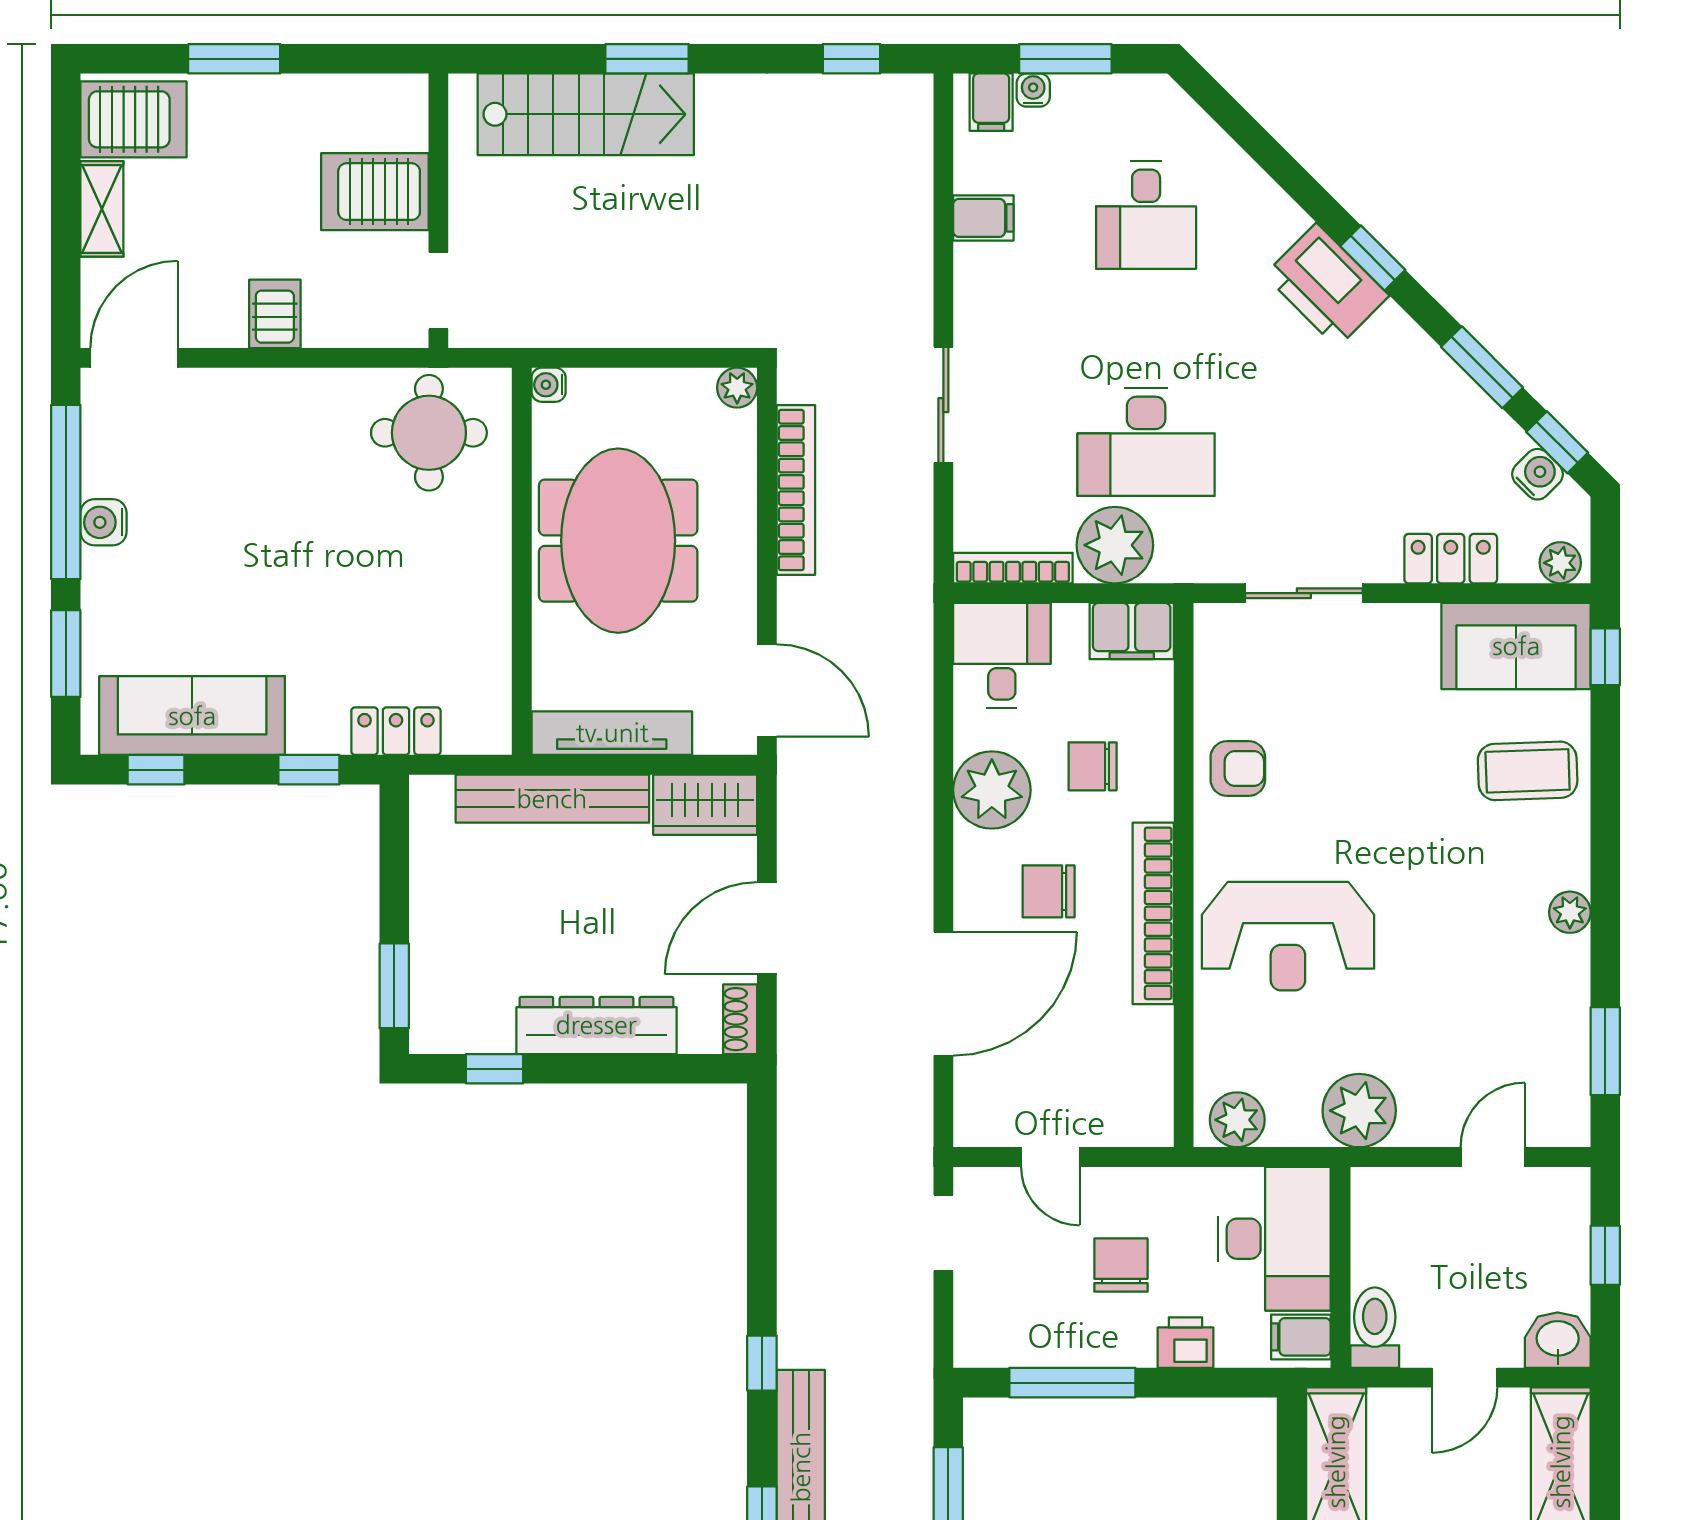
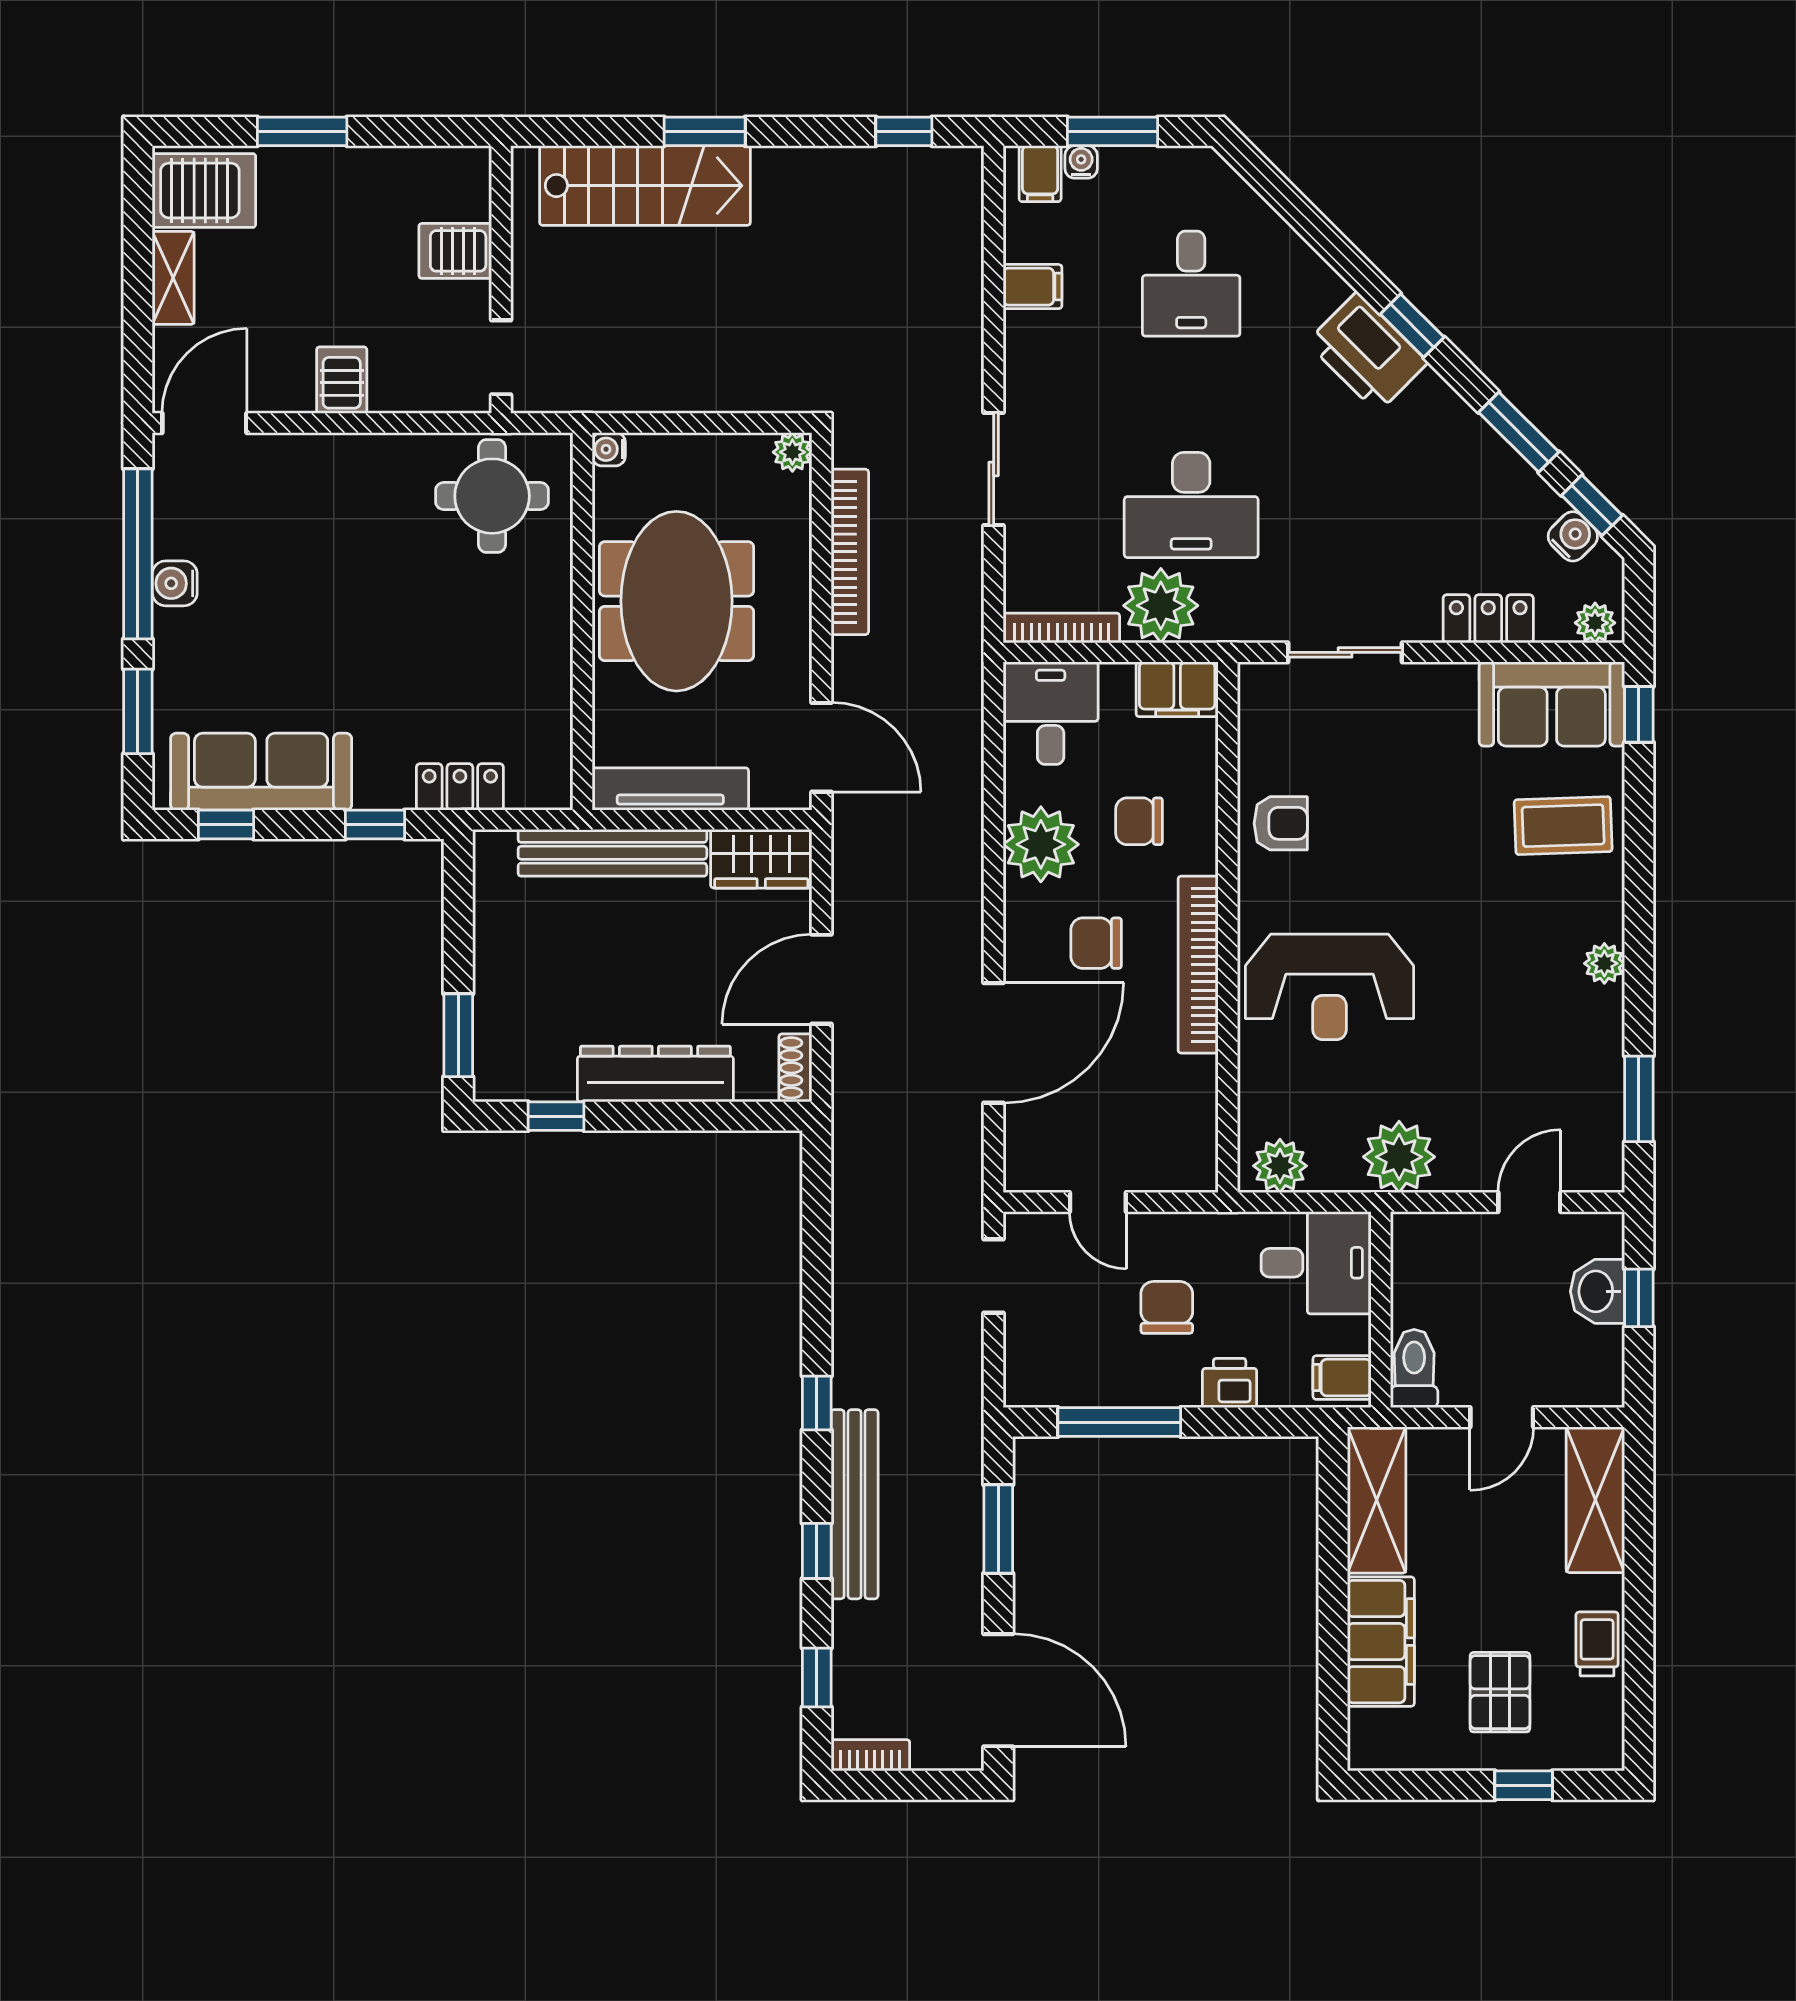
server rack: (375, 192) -> (455, 251), width x0.73, depth x0.70
desk: (1274, 1239) -> (1316, 1263), width x0.73
washbasin: (1558, 1340) -> (1597, 1291), moved, turned -90

